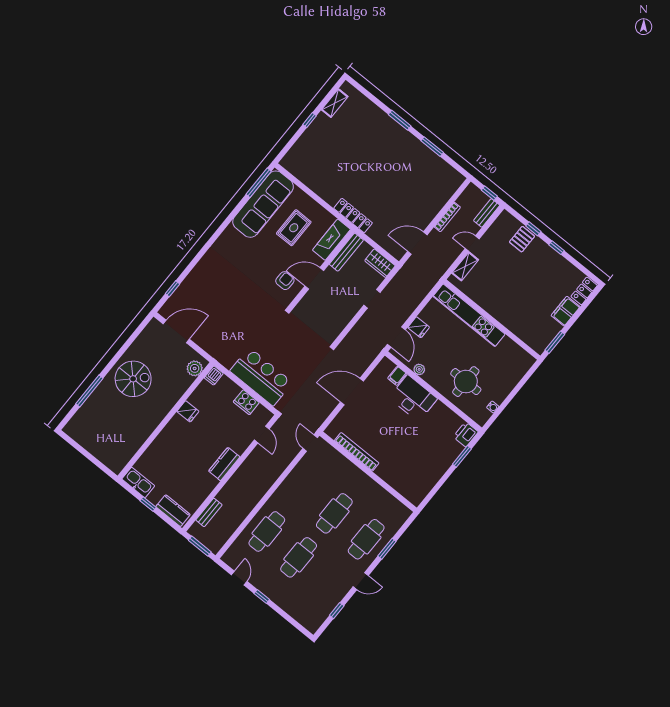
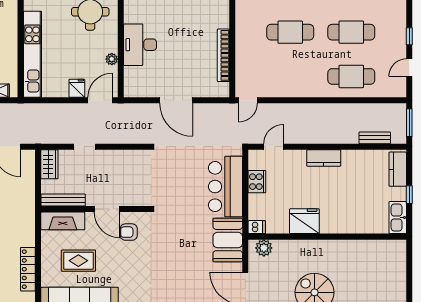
locker: (353, 216) -> (28, 269), moved
booth: (221, 347) -> (228, 240), added
filing cabinet: (397, 376) -> (132, 73), removed
fridge: (188, 411) -> (304, 221), width x1.88, depth x1.34

